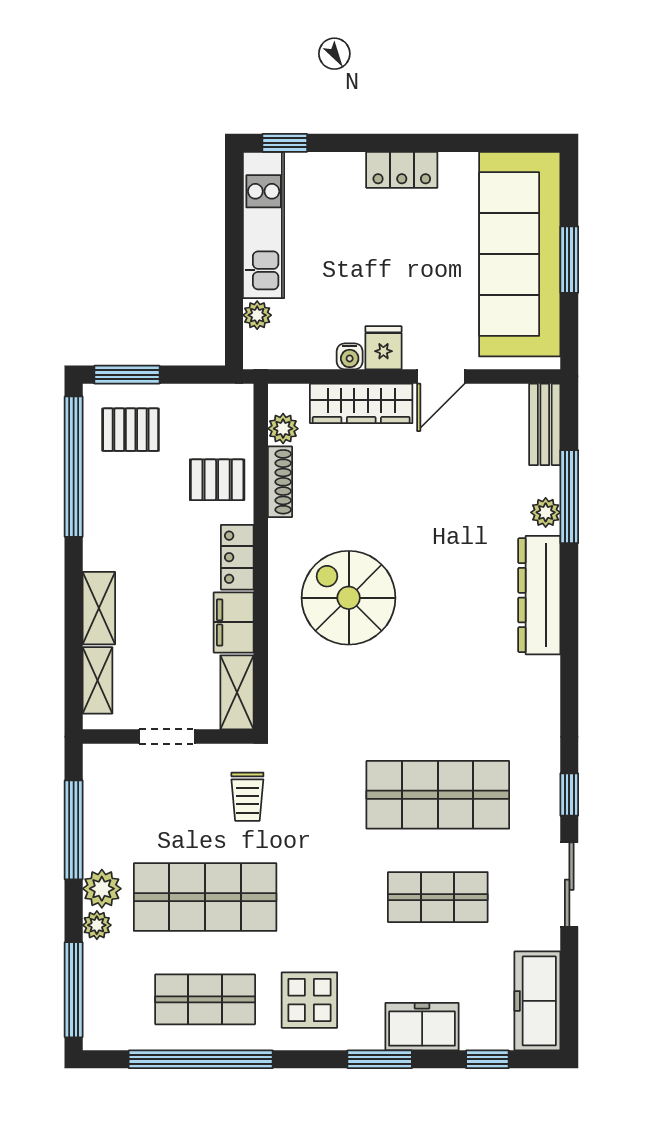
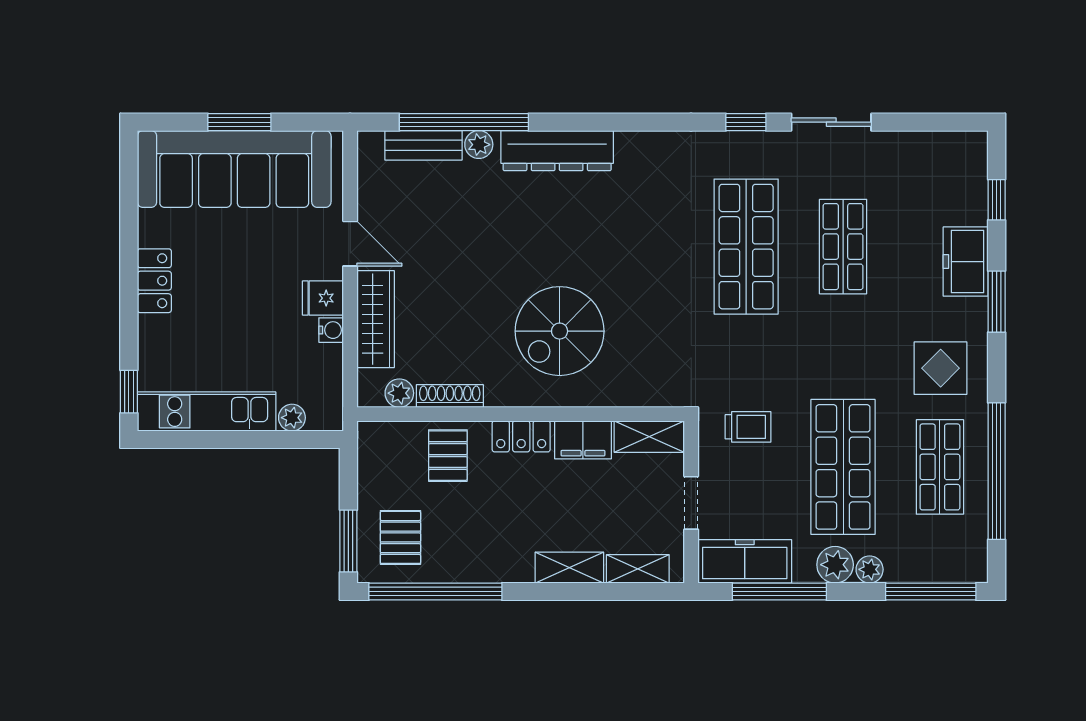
bench: (545, 424) -> (423, 145), moved
window: (569, 497) -> (464, 122), width x1.46
freezer: (537, 1001) -> (745, 561), moved, turned 180

